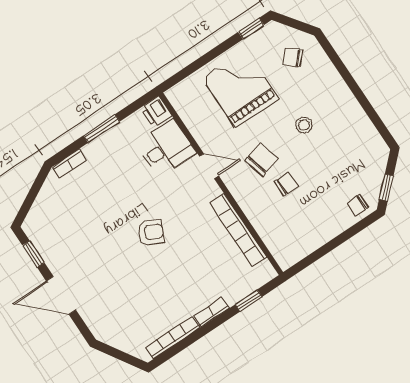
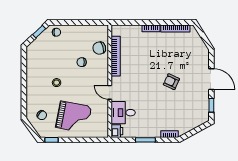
grand piano: (240, 88) -> (73, 117), turned -79
chair: (262, 160) -> (99, 48), moved
armchair: (151, 232) -> (171, 82), moved
window: (249, 301) -> (132, 23), removed

